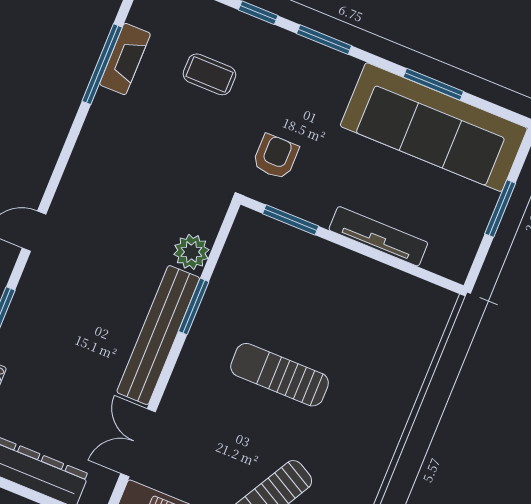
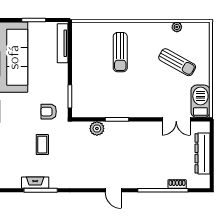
coffee table: (209, 74) -> (42, 145), moved
tv unit: (378, 236) -> (63, 43), moved
bench: (158, 335) -> (133, 128), removed
sun lounger: (280, 375) -> (120, 52), moved

